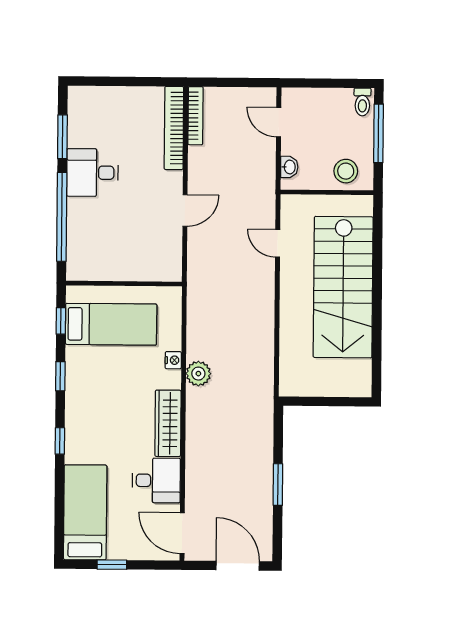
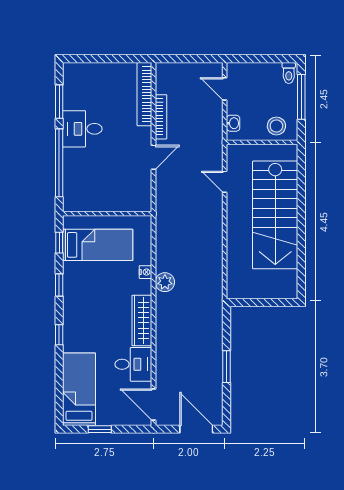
bookcase: (196, 116) -> (161, 117), moved

